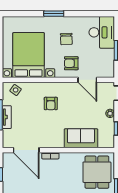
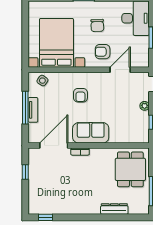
door: (87, 80) -> (120, 70), swing flipped
sofa: (81, 138) -> (91, 133), moved
door: (26, 150) -> (54, 146), swing flipped

